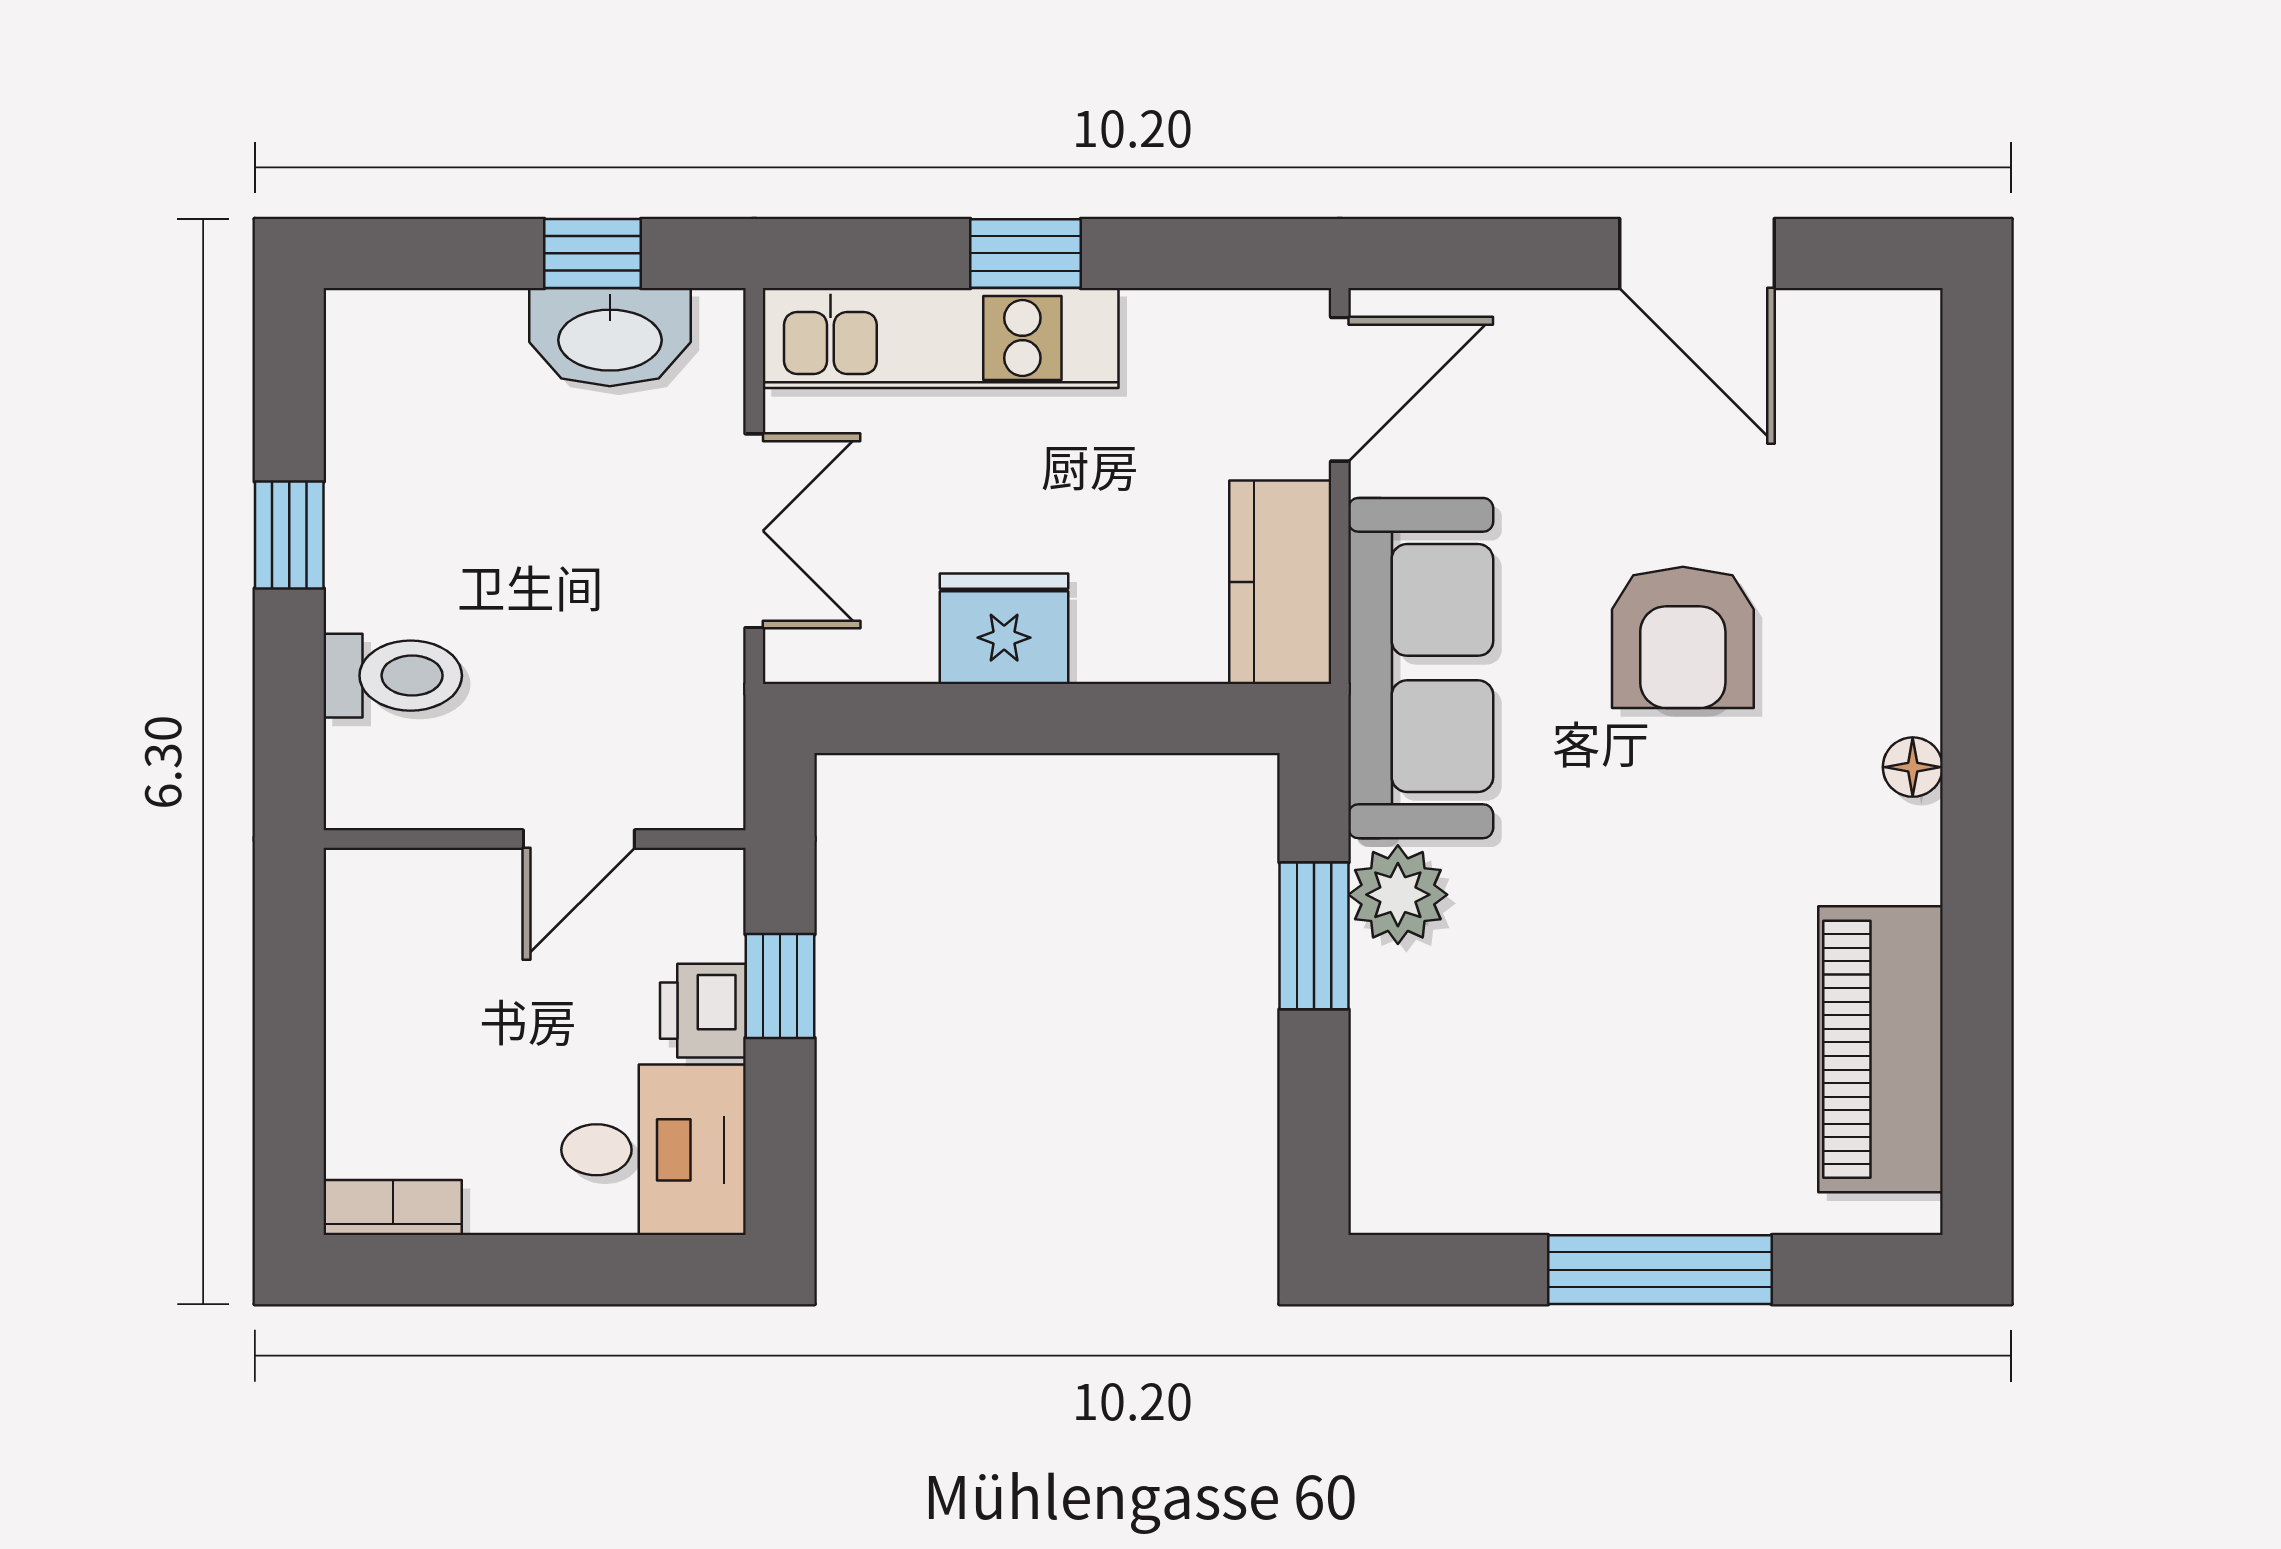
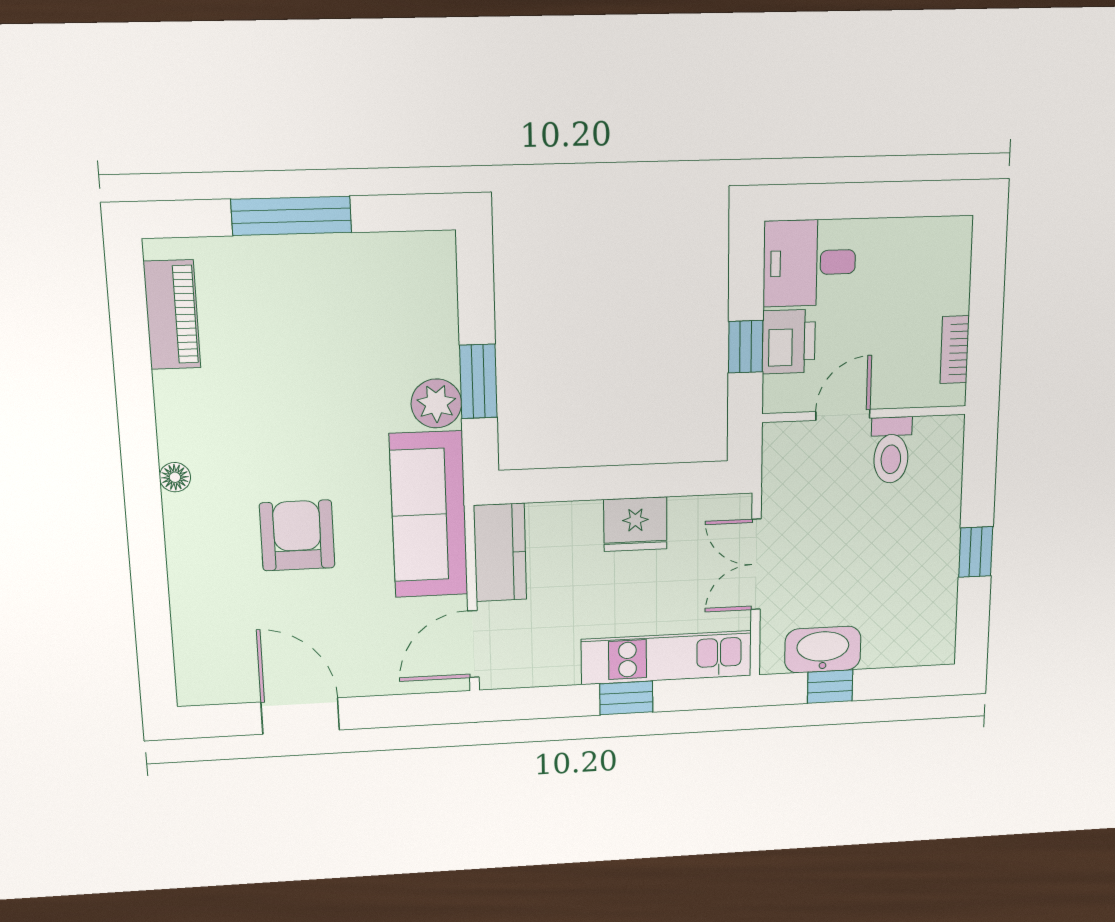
toilet: (393, 676) -> (891, 450), moved, turned -90
printer: (703, 1011) -> (789, 342), width x1.36, depth x1.24
piano: (1880, 1049) -> (172, 315), width x0.73, depth x0.75
bookcase: (393, 1208) -> (955, 350), moved, turned 90

